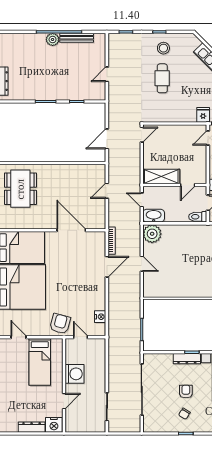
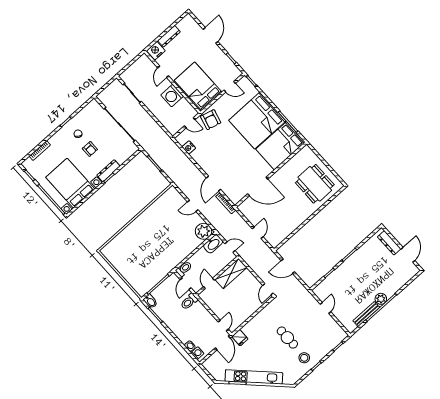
door: (107, 139) -> (288, 266), swing flipped
bed: (40, 362) -> (198, 86), width x1.50

